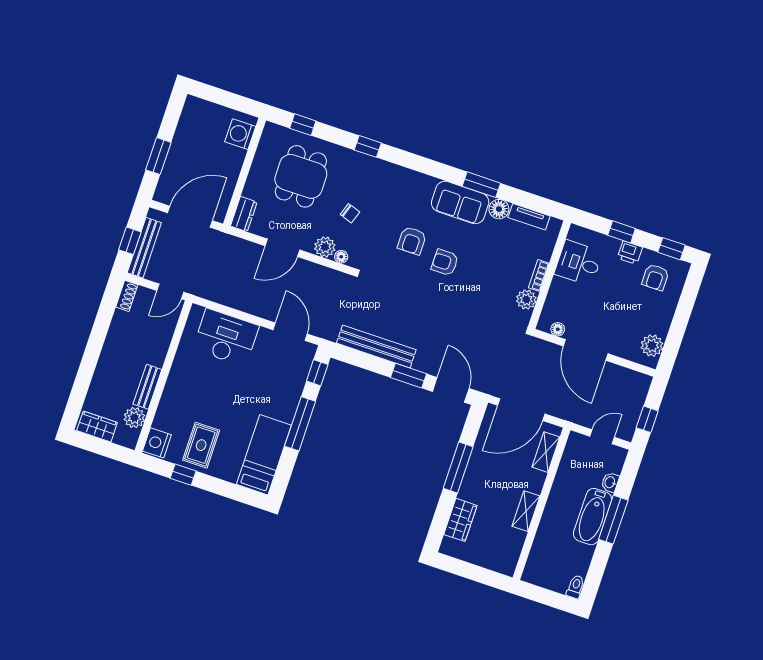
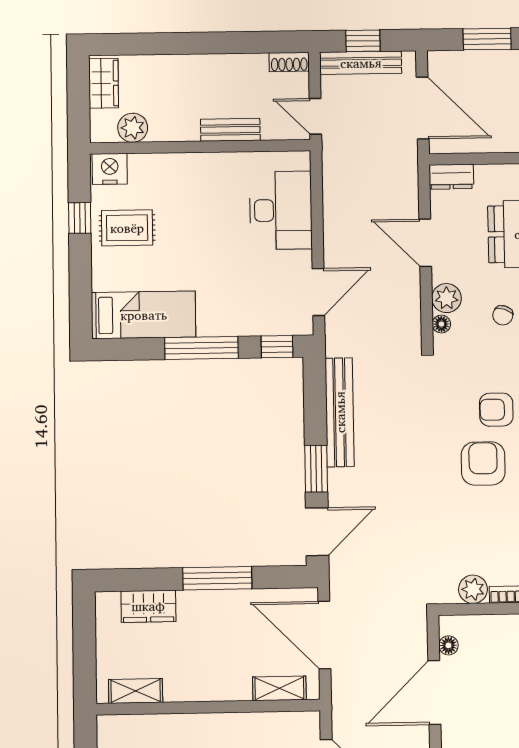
armchair: (445, 262) -> (483, 464), width x1.38, depth x1.38
bench: (147, 387) -> (230, 130), moved
shelving: (526, 511) -> (136, 691), moved

